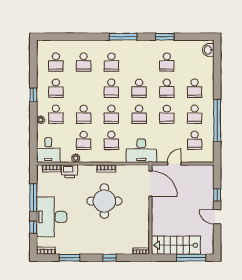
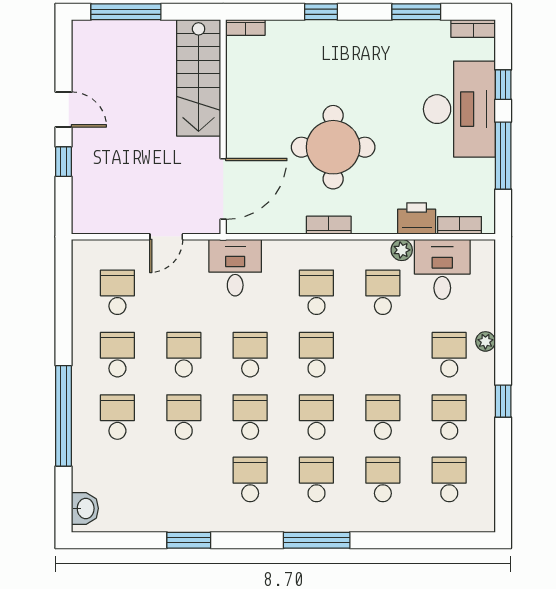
window: (123, 37) -> (317, 540), moved
school desk: (167, 62) -> (250, 479), moved
school desk: (84, 114) -> (383, 417), moved
window: (217, 120) -> (64, 416), moved
desk: (48, 150) -> (442, 269), moved
desk: (141, 151) -> (235, 268), width x0.73
door: (150, 184) -> (223, 189), swing flipped
stairs: (176, 245) -> (199, 78), moved, turned 90

